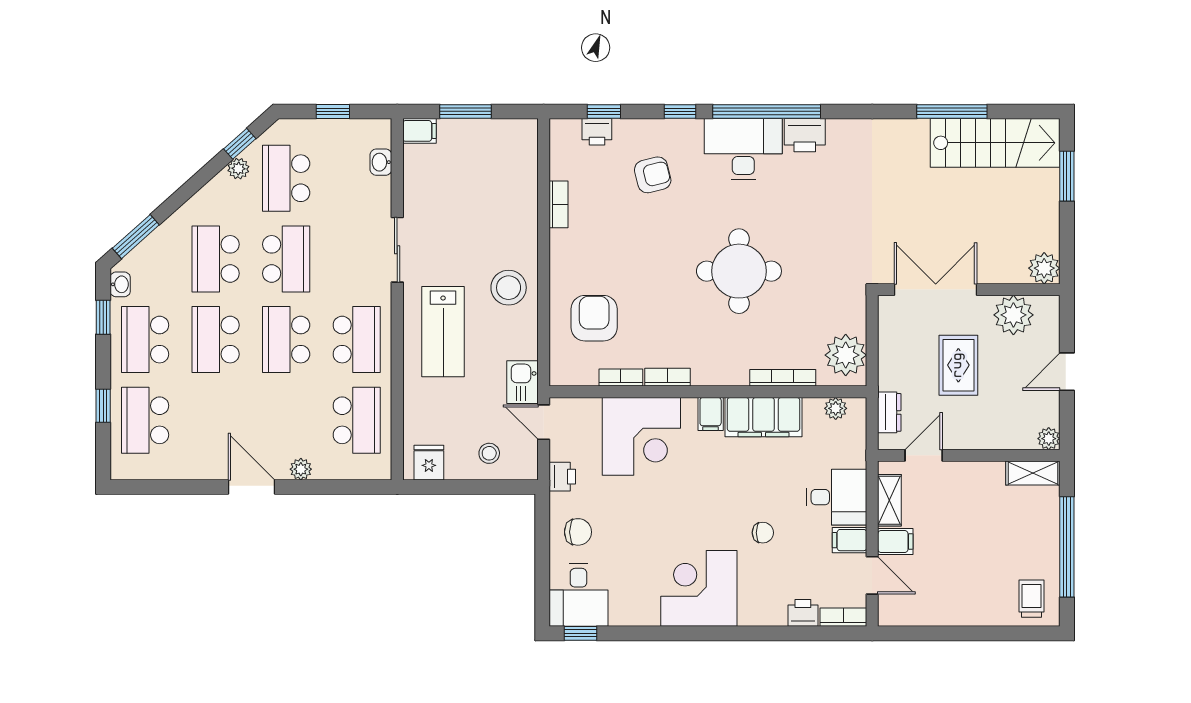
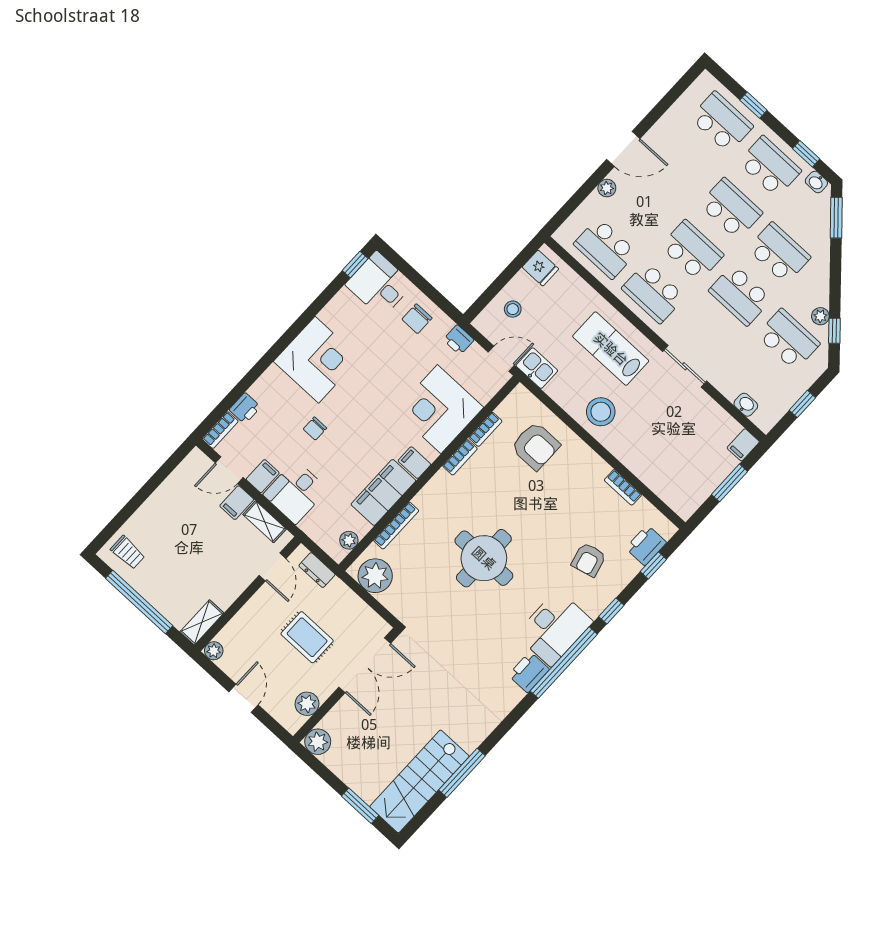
printer: (597, 132) -> (646, 545), width x1.36, depth x1.24
plant: (1013, 315) -> (307, 704), width x0.73, depth x0.73

